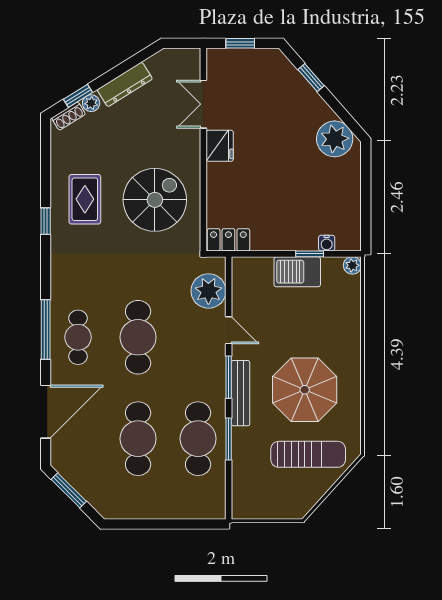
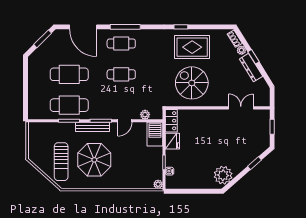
window: (78, 96) -> (253, 57), moved
fridge: (220, 146) -> (172, 141), moved, turned -90
rug: (85, 199) -> (192, 47), width x1.36, depth x1.43
spiral stairs: (155, 200) -> (192, 83), turned 180
barbecue: (297, 272) -> (155, 134), moved
plant: (208, 291) -> (145, 115), width x0.53, depth x0.53
cafe table: (138, 337) -> (121, 74), width x0.73, depth x0.74

